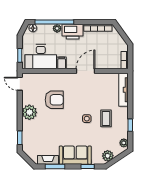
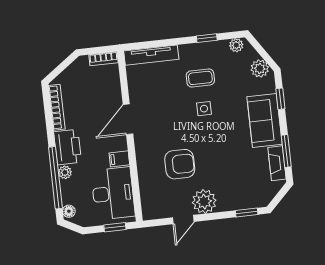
door: (85, 71) -> (128, 119), hinge flipped
door: (20, 84) -> (183, 220), moved
armchair: (54, 100) -> (180, 164), turned 90

